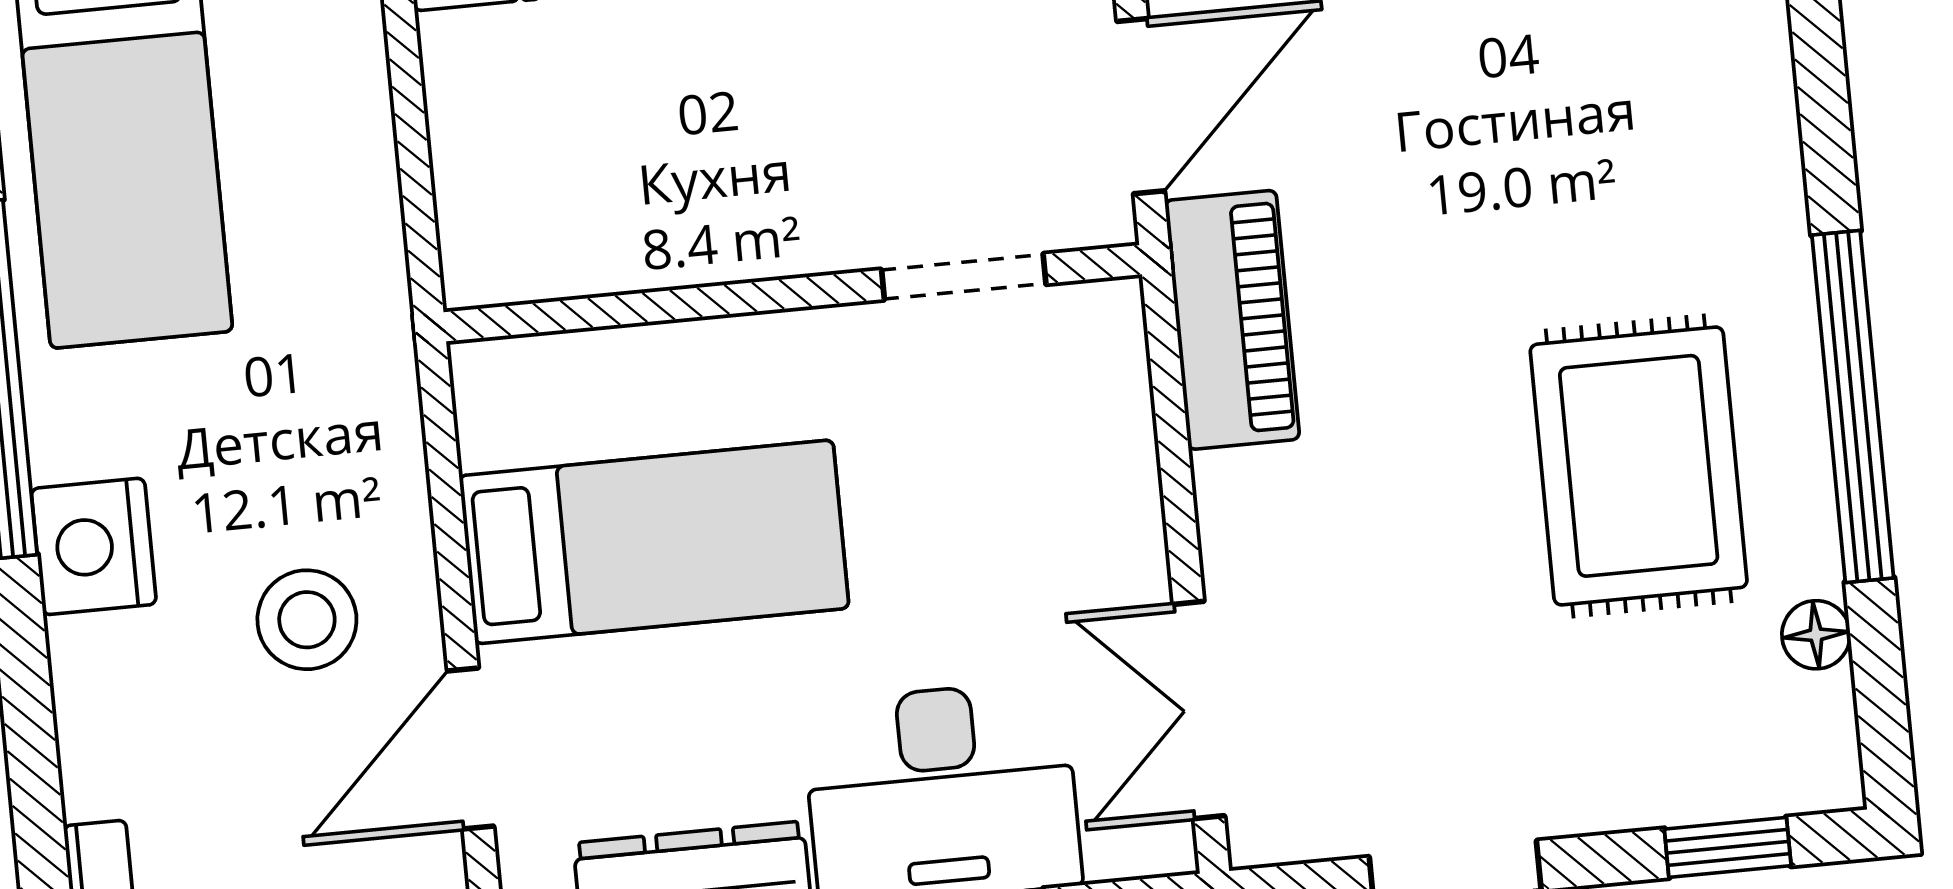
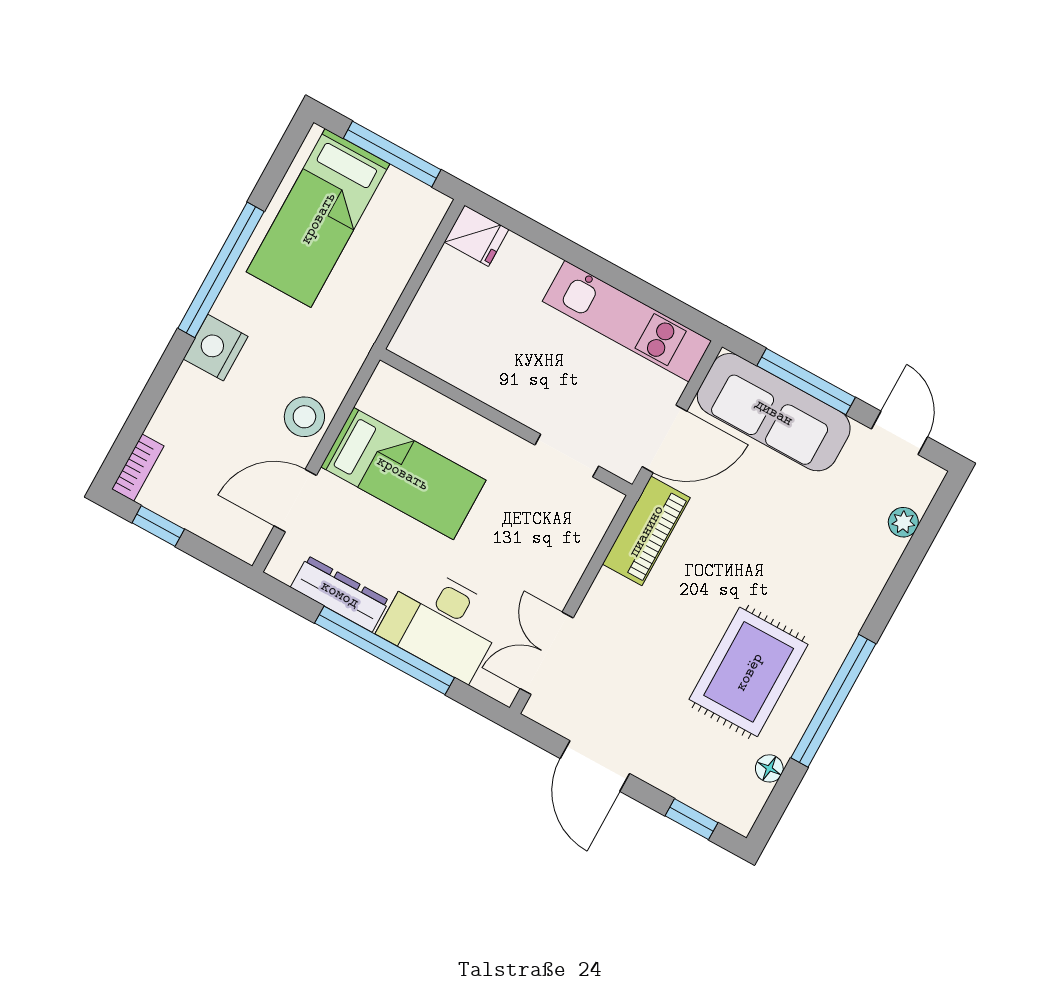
stool: (307, 620) -> (304, 417), moved

